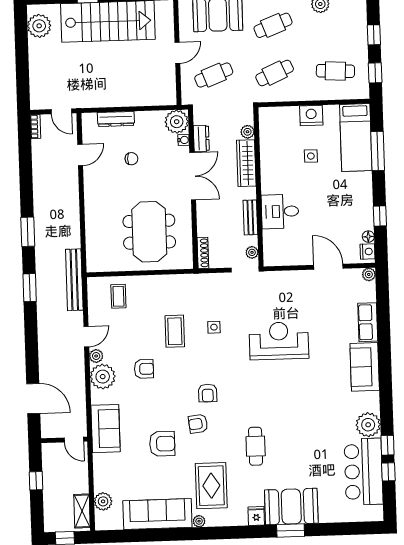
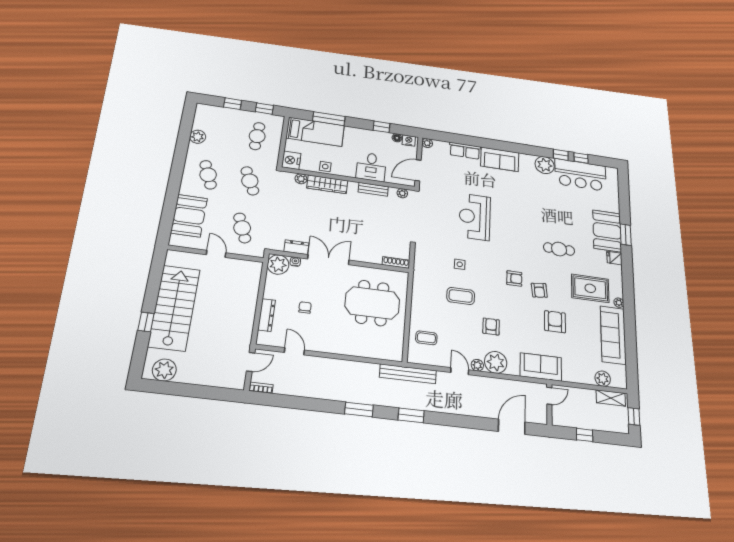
plant: (247, 132) -> (301, 179), moved
wardrobe: (246, 163) -> (327, 184), moved
wall: (258, 187) -> (349, 179), moved
desk: (280, 211) -> (371, 167), moved
bench: (250, 217) -> (373, 189), moved
plant: (252, 252) -> (402, 193), moved

